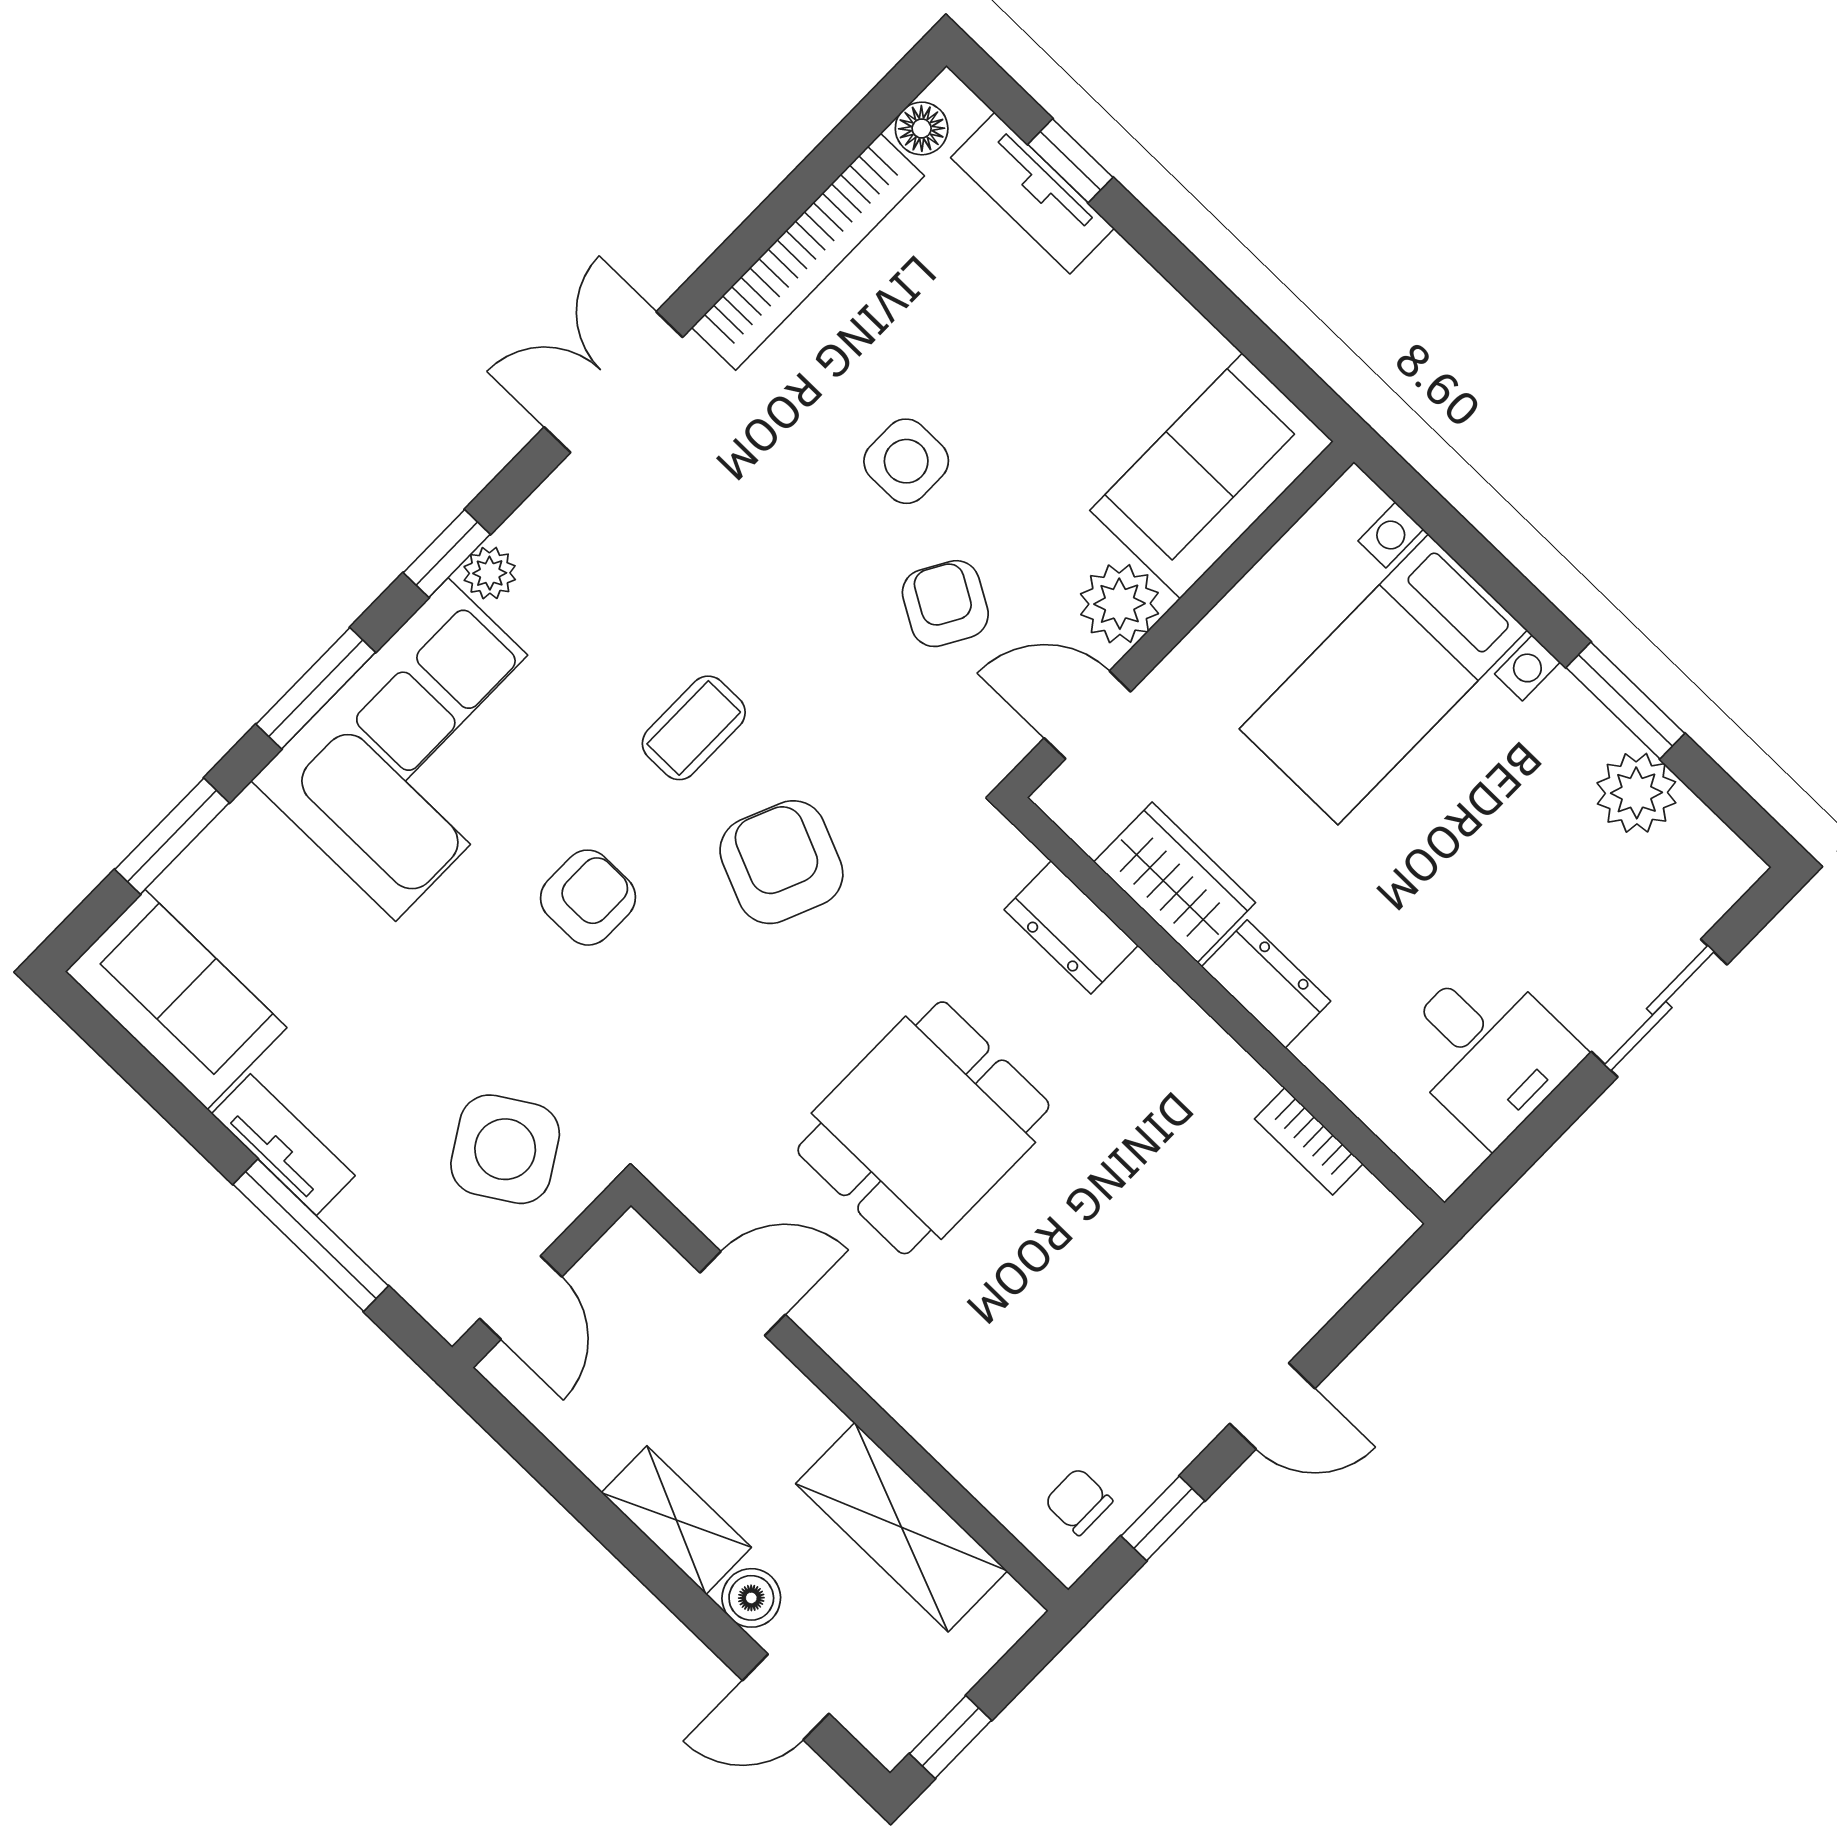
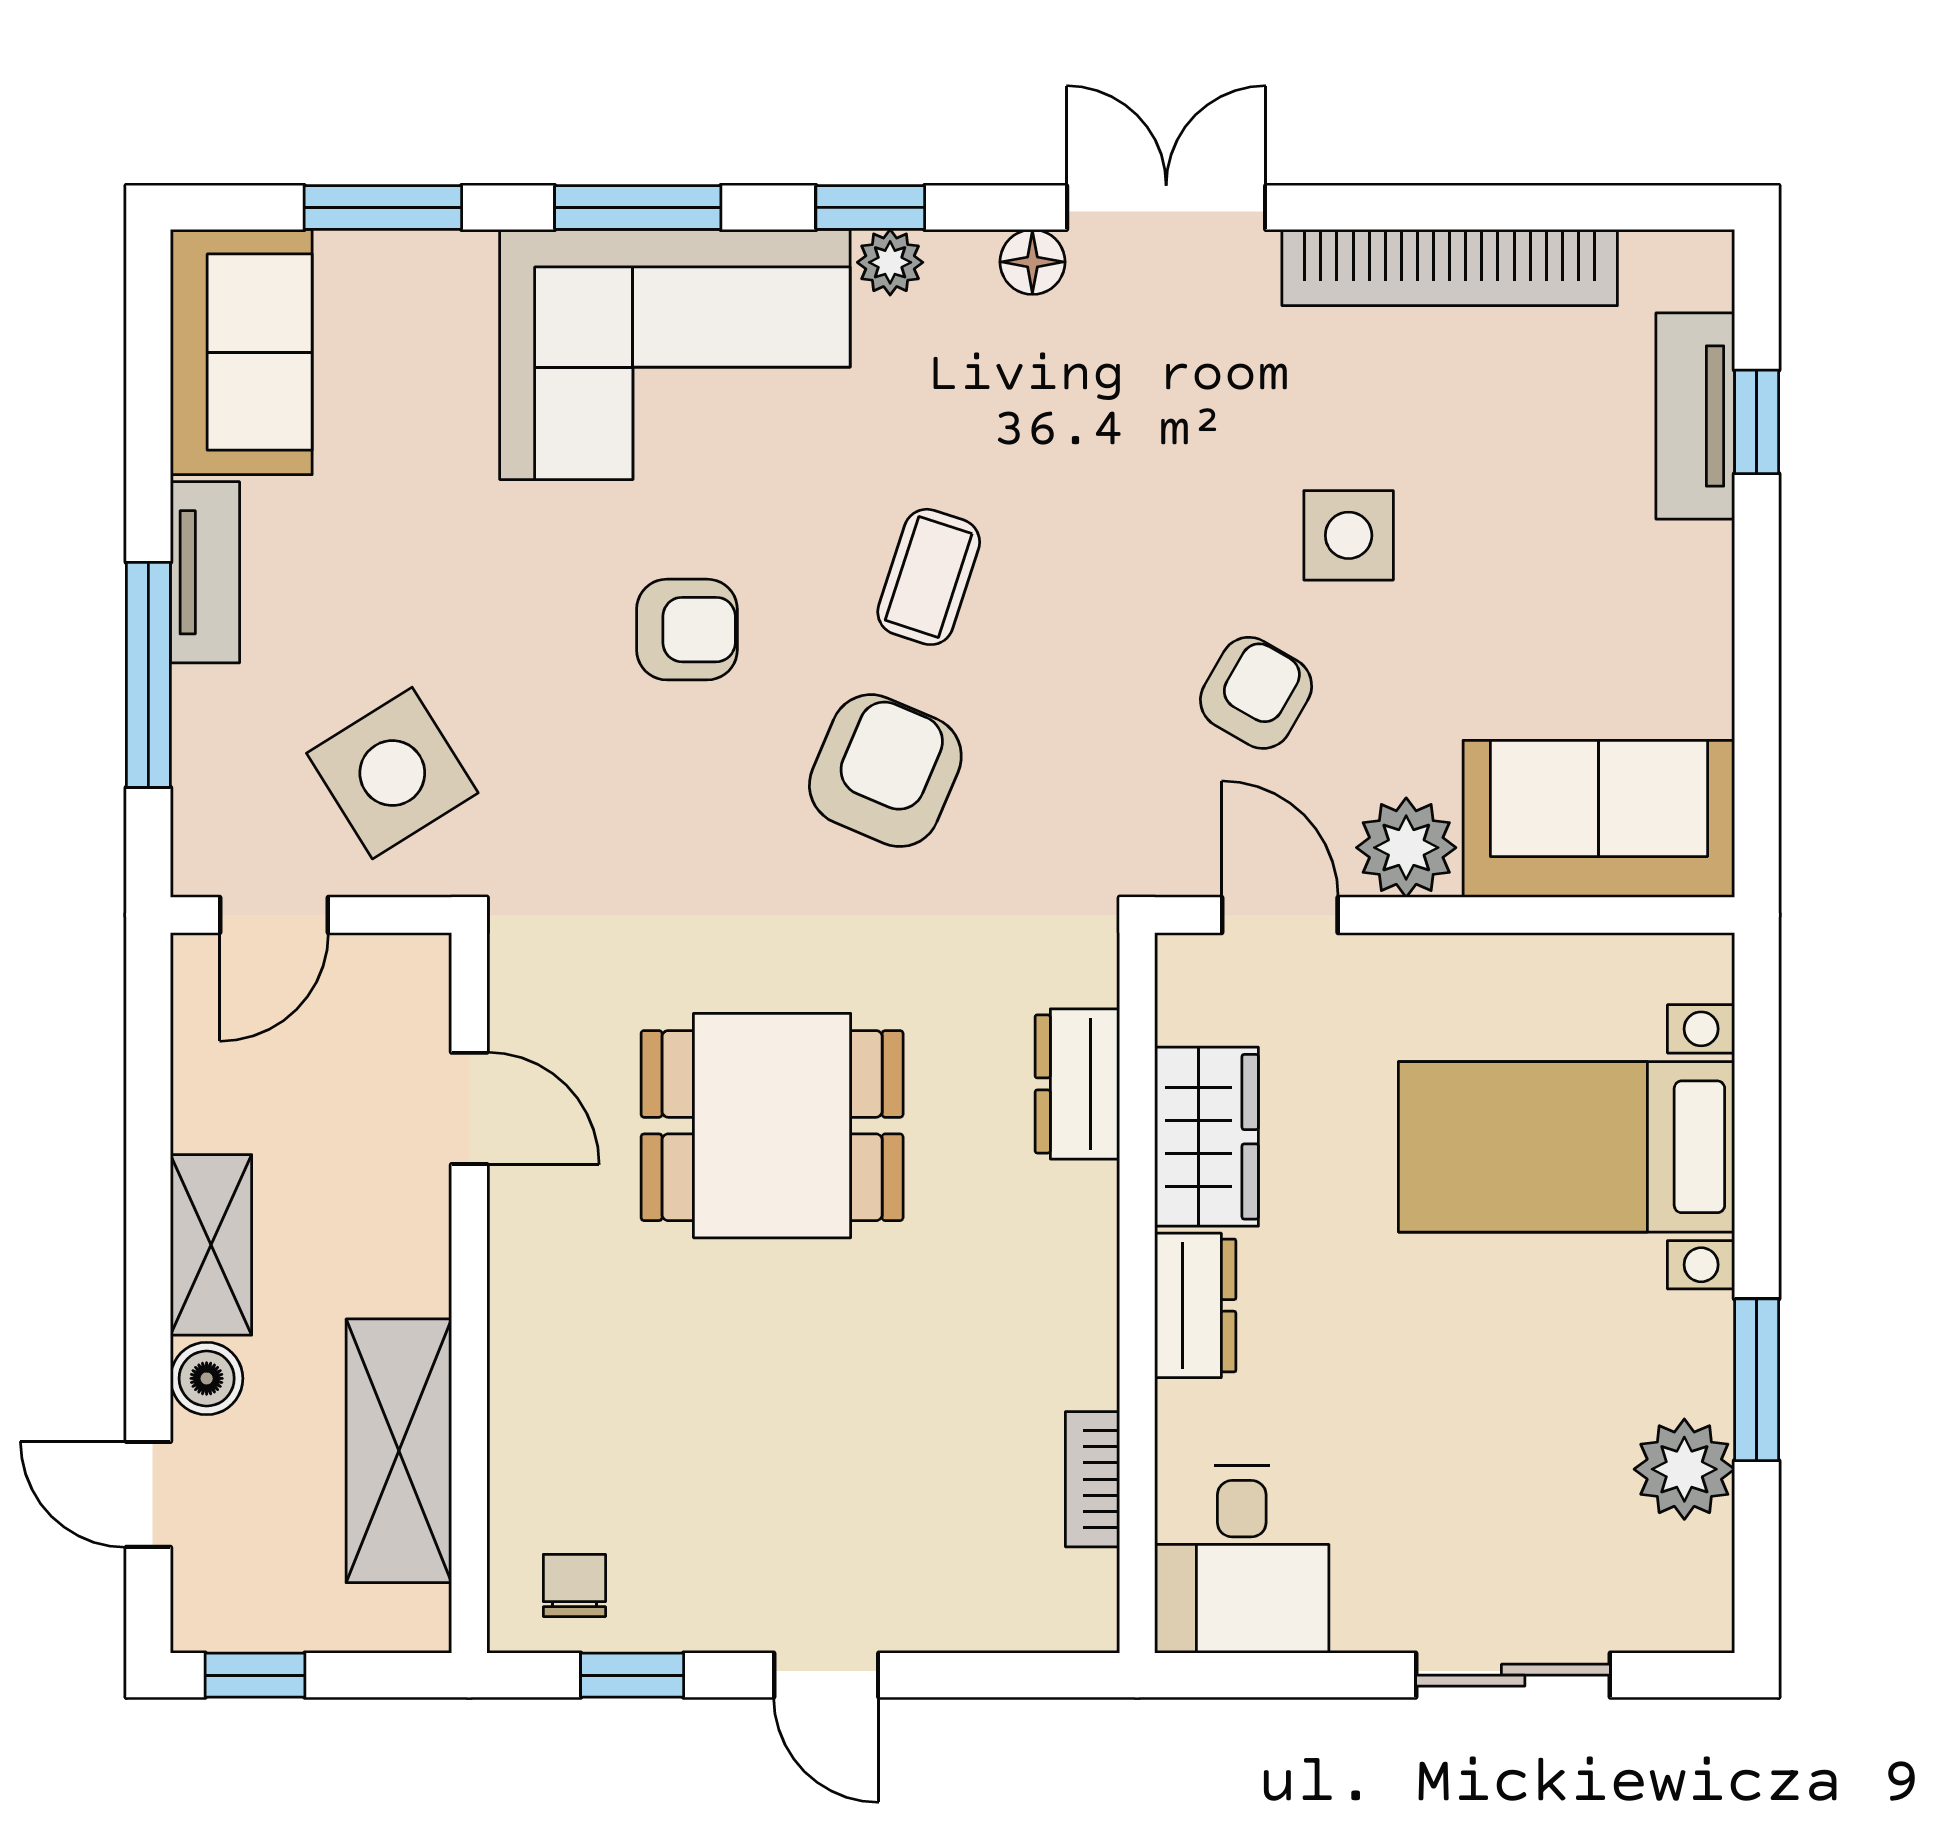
floor lamp: (922, 128) -> (1032, 262), moved
coffee table: (694, 728) -> (929, 577), turned -72
desk: (1487, 1051) -> (1242, 1559), moved

